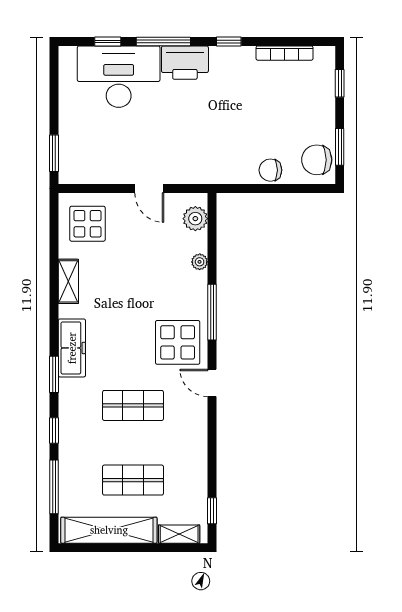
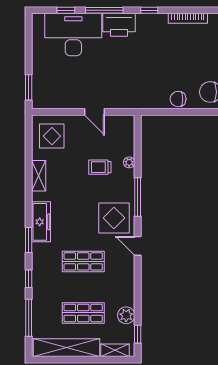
plant: (195, 219) -> (126, 315), moved
trolley: (157, 269) -> (100, 167), added

